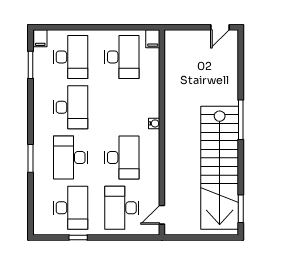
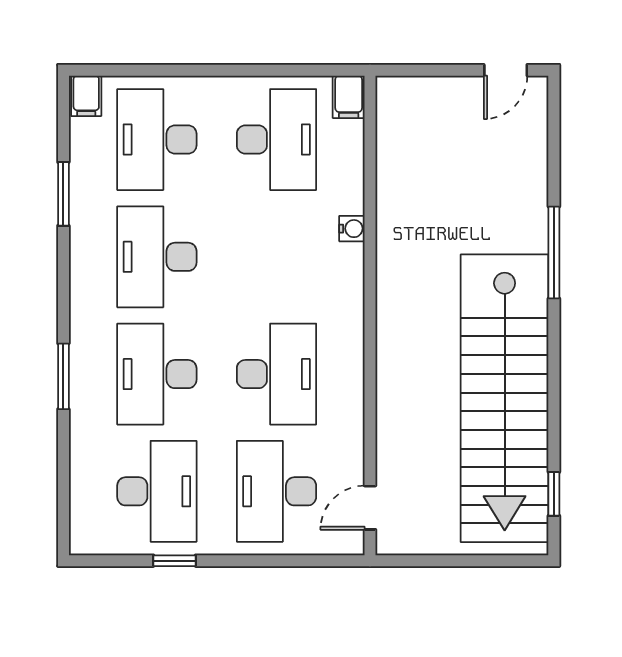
desk: (71, 57) -> (157, 140), turned 180
window: (31, 65) -> (63, 194), moved
desk: (71, 107) -> (157, 257), turned 180
window: (241, 120) -> (554, 252), moved
water cooler: (154, 123) -> (352, 229), moved
window: (241, 209) -> (554, 494), width x0.67

